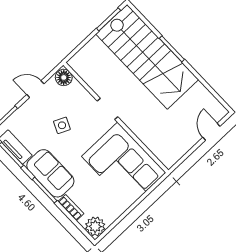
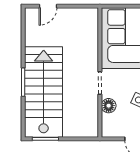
floor lamp: (64, 77) -> (109, 106), moved

